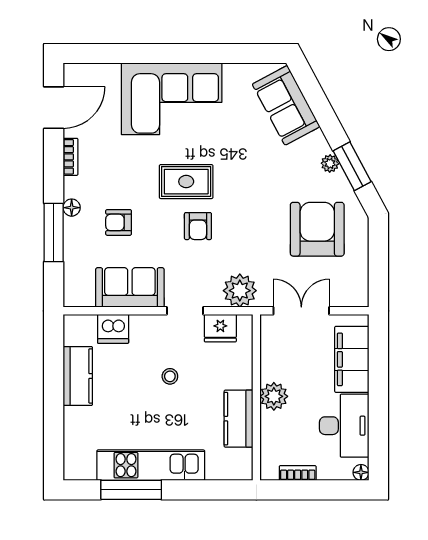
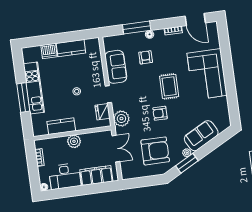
sofa: (286, 105) -> (201, 136), moved
armchair: (198, 226) -> (160, 113), moved
dishwasher: (113, 329) -> (49, 51), moved, turned -90
window: (131, 490) -> (23, 97), moved

